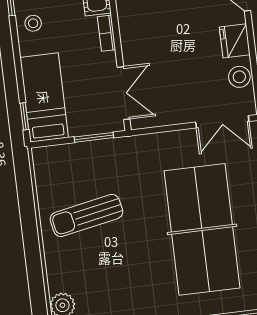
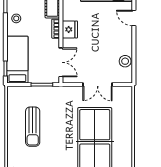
fridge: (235, 41) -> (70, 29), moved, turned 180
double door: (222, 122) -> (98, 85), moved
sun lounger: (87, 215) -> (33, 127), turned -79

